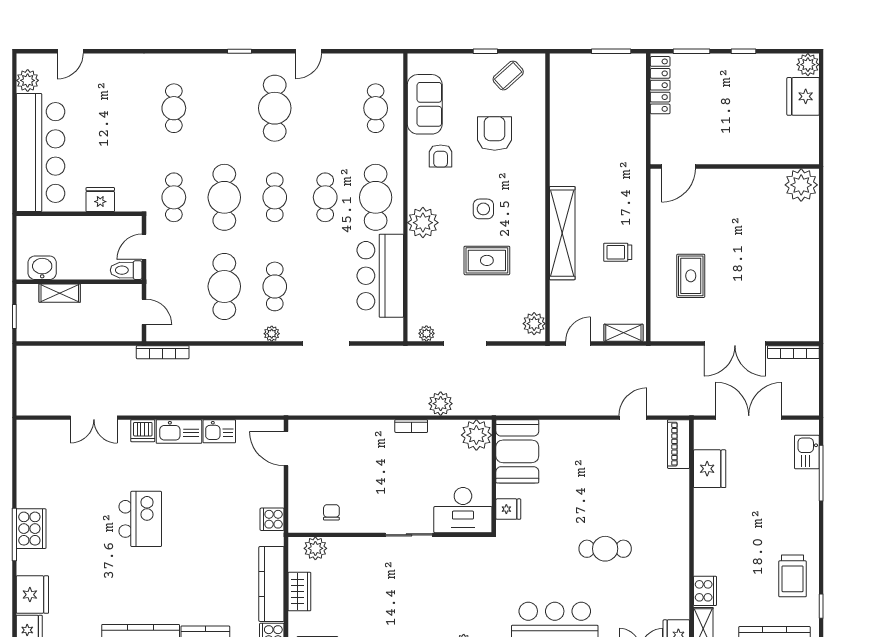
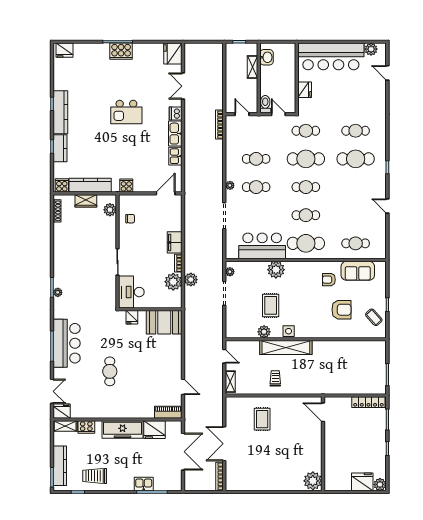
cafe table: (275, 108) -> (356, 159), moved
side table: (483, 209) -> (289, 331), moved
plant: (423, 223) -> (276, 270), moved
rug: (691, 276) -> (262, 419), turned 90
cafe table: (224, 286) -> (256, 159), width x0.73, depth x0.74
door: (144, 312) -> (242, 114), swing flipped
plant: (534, 324) -> (264, 332), moved
filing cabinet: (374, 433) -> (175, 242), added
plant: (476, 435) -> (173, 282), moved
kitchen sink: (807, 452) -> (144, 484), moved
freezer: (709, 526) -> (123, 429), added
fridge: (32, 595) -> (173, 53), moved, turned 90

